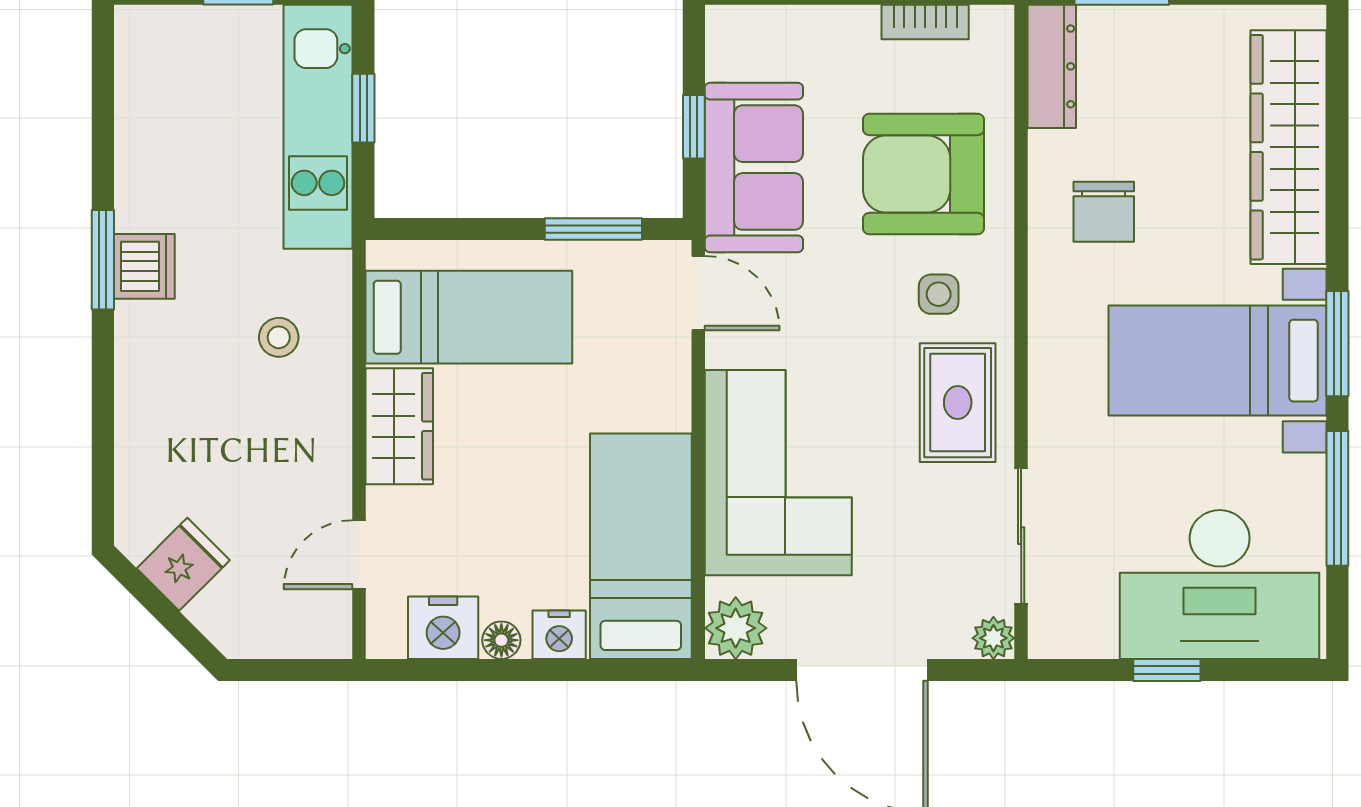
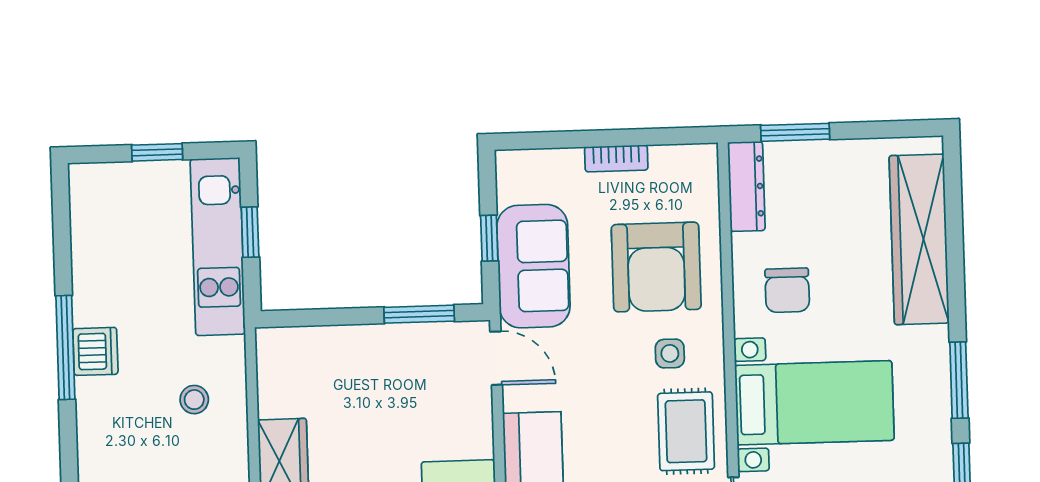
bookcase: (925, 22) -> (616, 158), moved
armchair: (924, 174) -> (656, 267), turned -90
window: (103, 260) -> (65, 348), width x1.44
bed: (469, 317) -> (331, 381), removed
bed with nightstands: (1218, 361) -> (814, 403), moved, turned 180

